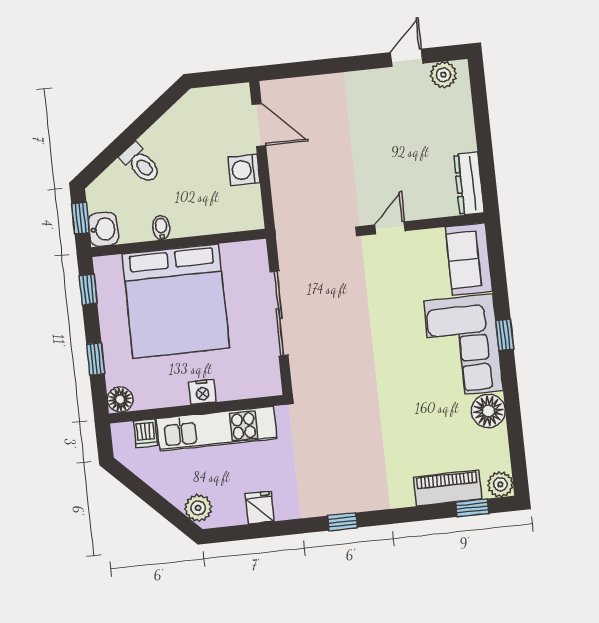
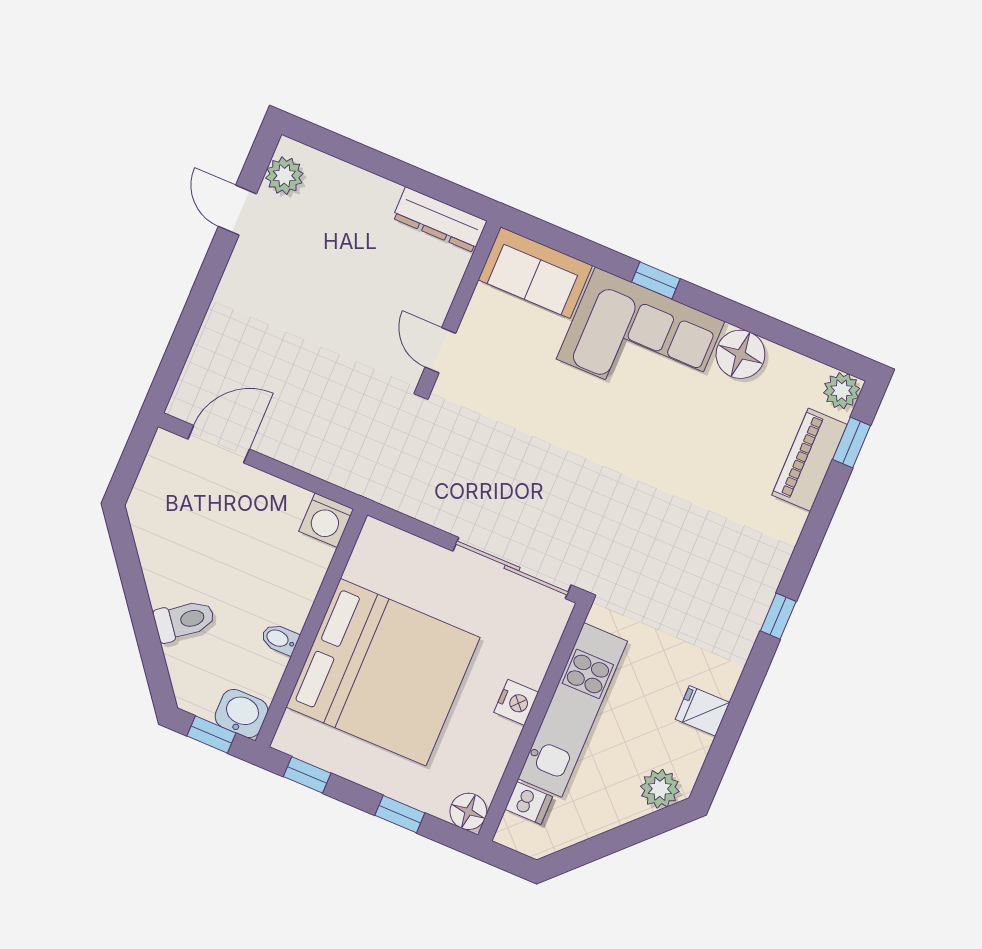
washing machine: (244, 170) -> (326, 520), moved
sliding door: (279, 313) -> (512, 568), moved

